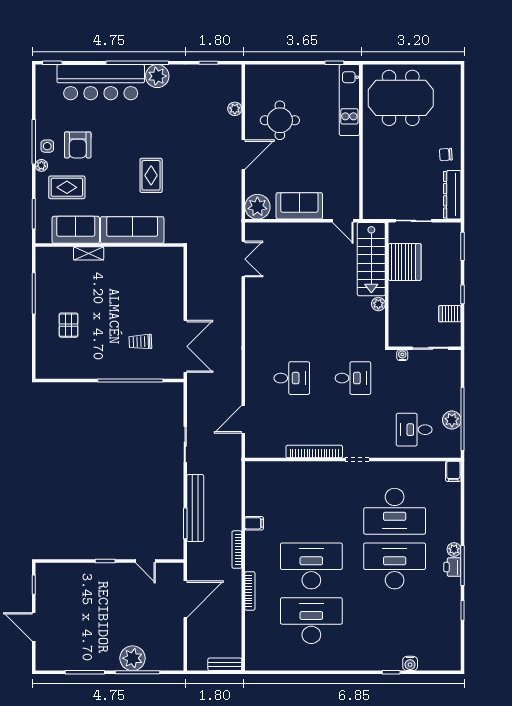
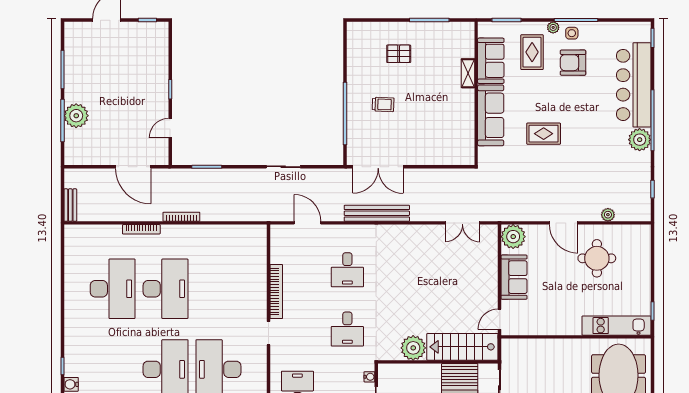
plant: (378, 304) -> (413, 348), width x1.87, depth x1.87
trolley: (140, 342) -> (383, 104), moved, turned 94
bench: (195, 508) -> (377, 213), moved
filing cabinet: (254, 523) -> (207, 233), removed

